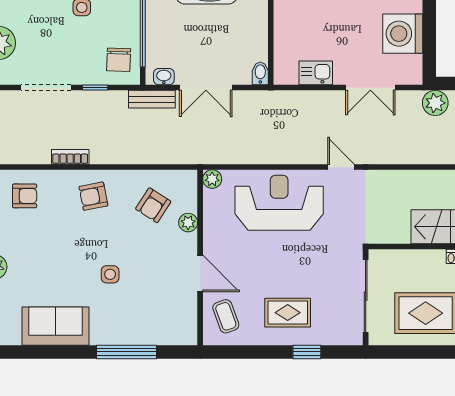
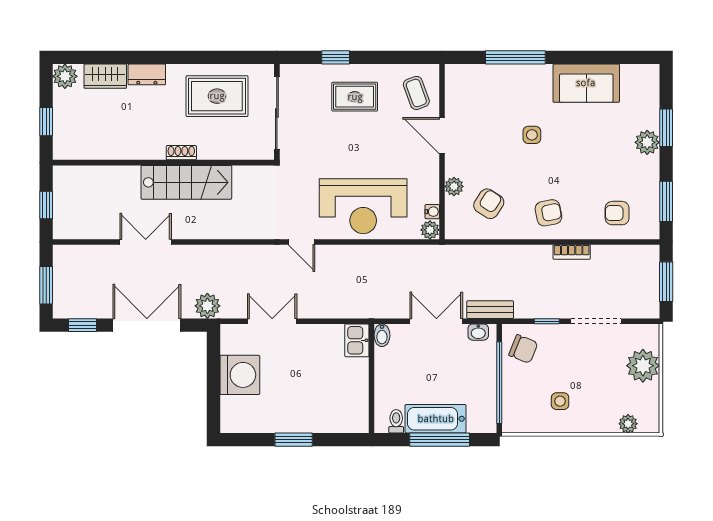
chair: (119, 60) -> (523, 349), turned 110
kitchen sink: (316, 73) -> (357, 340), moved, turned 90
water cooler: (210, 197) -> (432, 212), added

